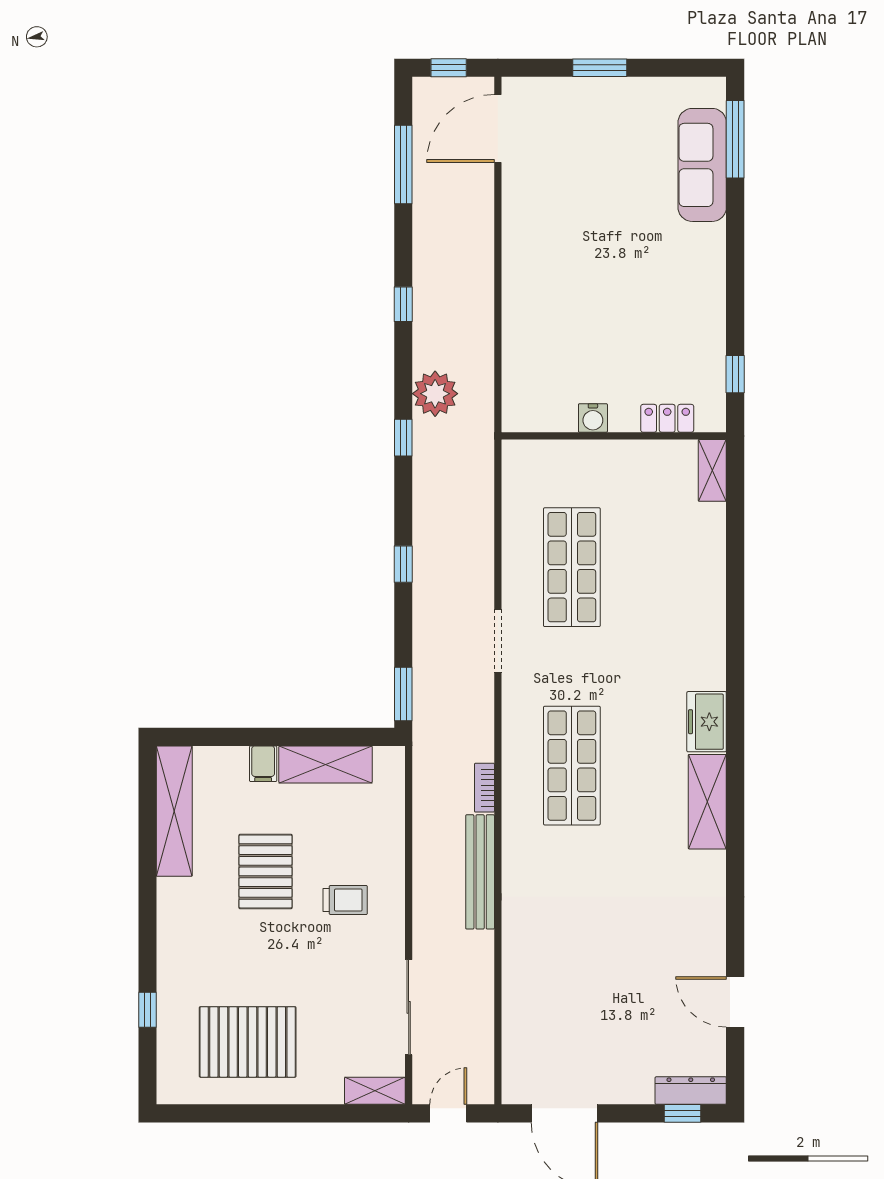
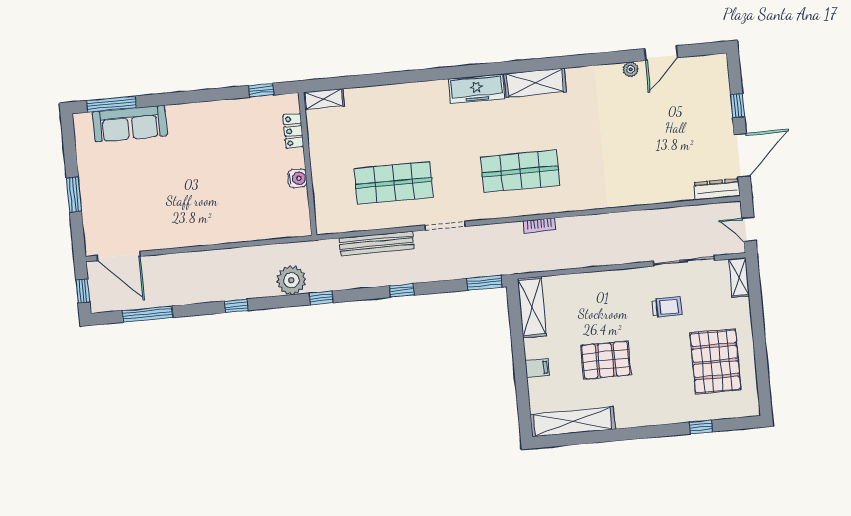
freezer: (707, 722) -> (477, 89), width x1.40
shelving: (325, 764) -> (532, 307), moved
bench: (480, 872) -> (377, 243), moved
trolley: (345, 900) -> (667, 307), moved, turned 90
plant: (714, 952) -> (631, 69), added
dresser: (691, 1091) -> (717, 189), moved, turned 90
window: (682, 1113) -> (738, 106), moved

